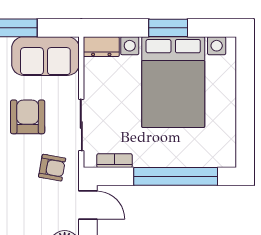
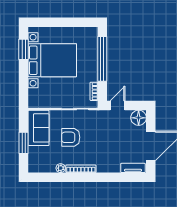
window: (168, 28) -> (24, 49), moved
dresser: (101, 47) -> (34, 98), removed
armchair: (52, 168) -> (98, 124), removed

